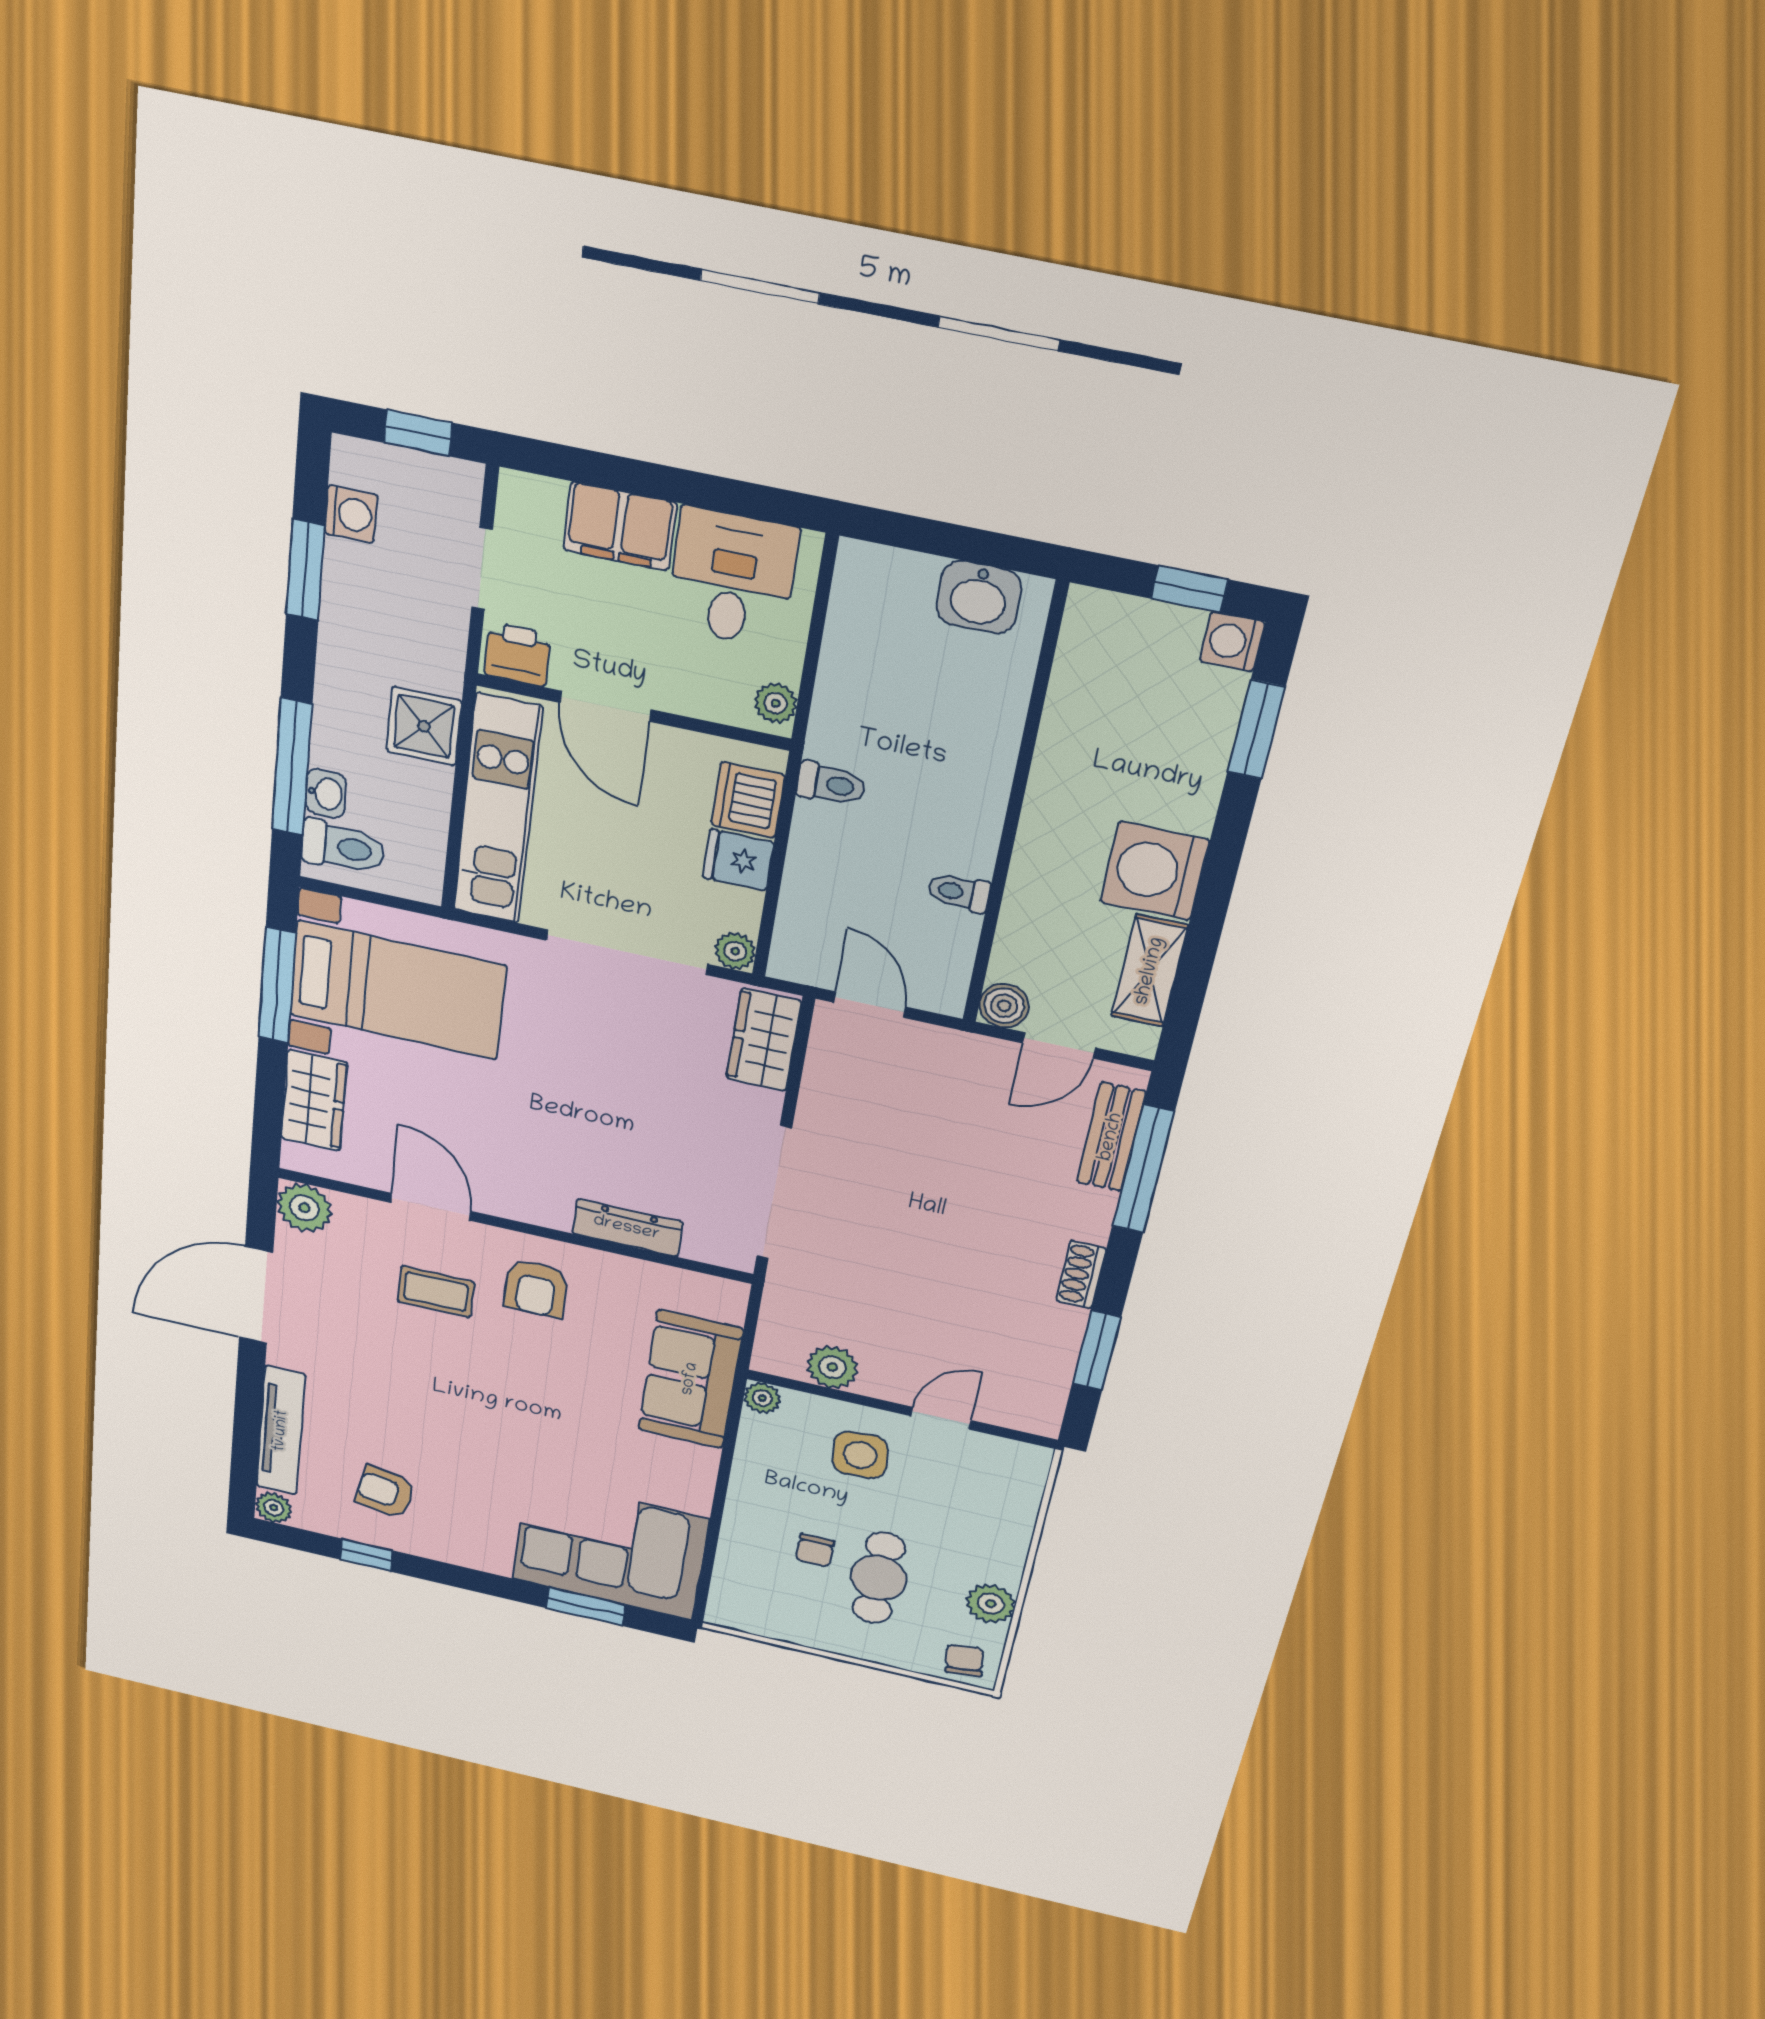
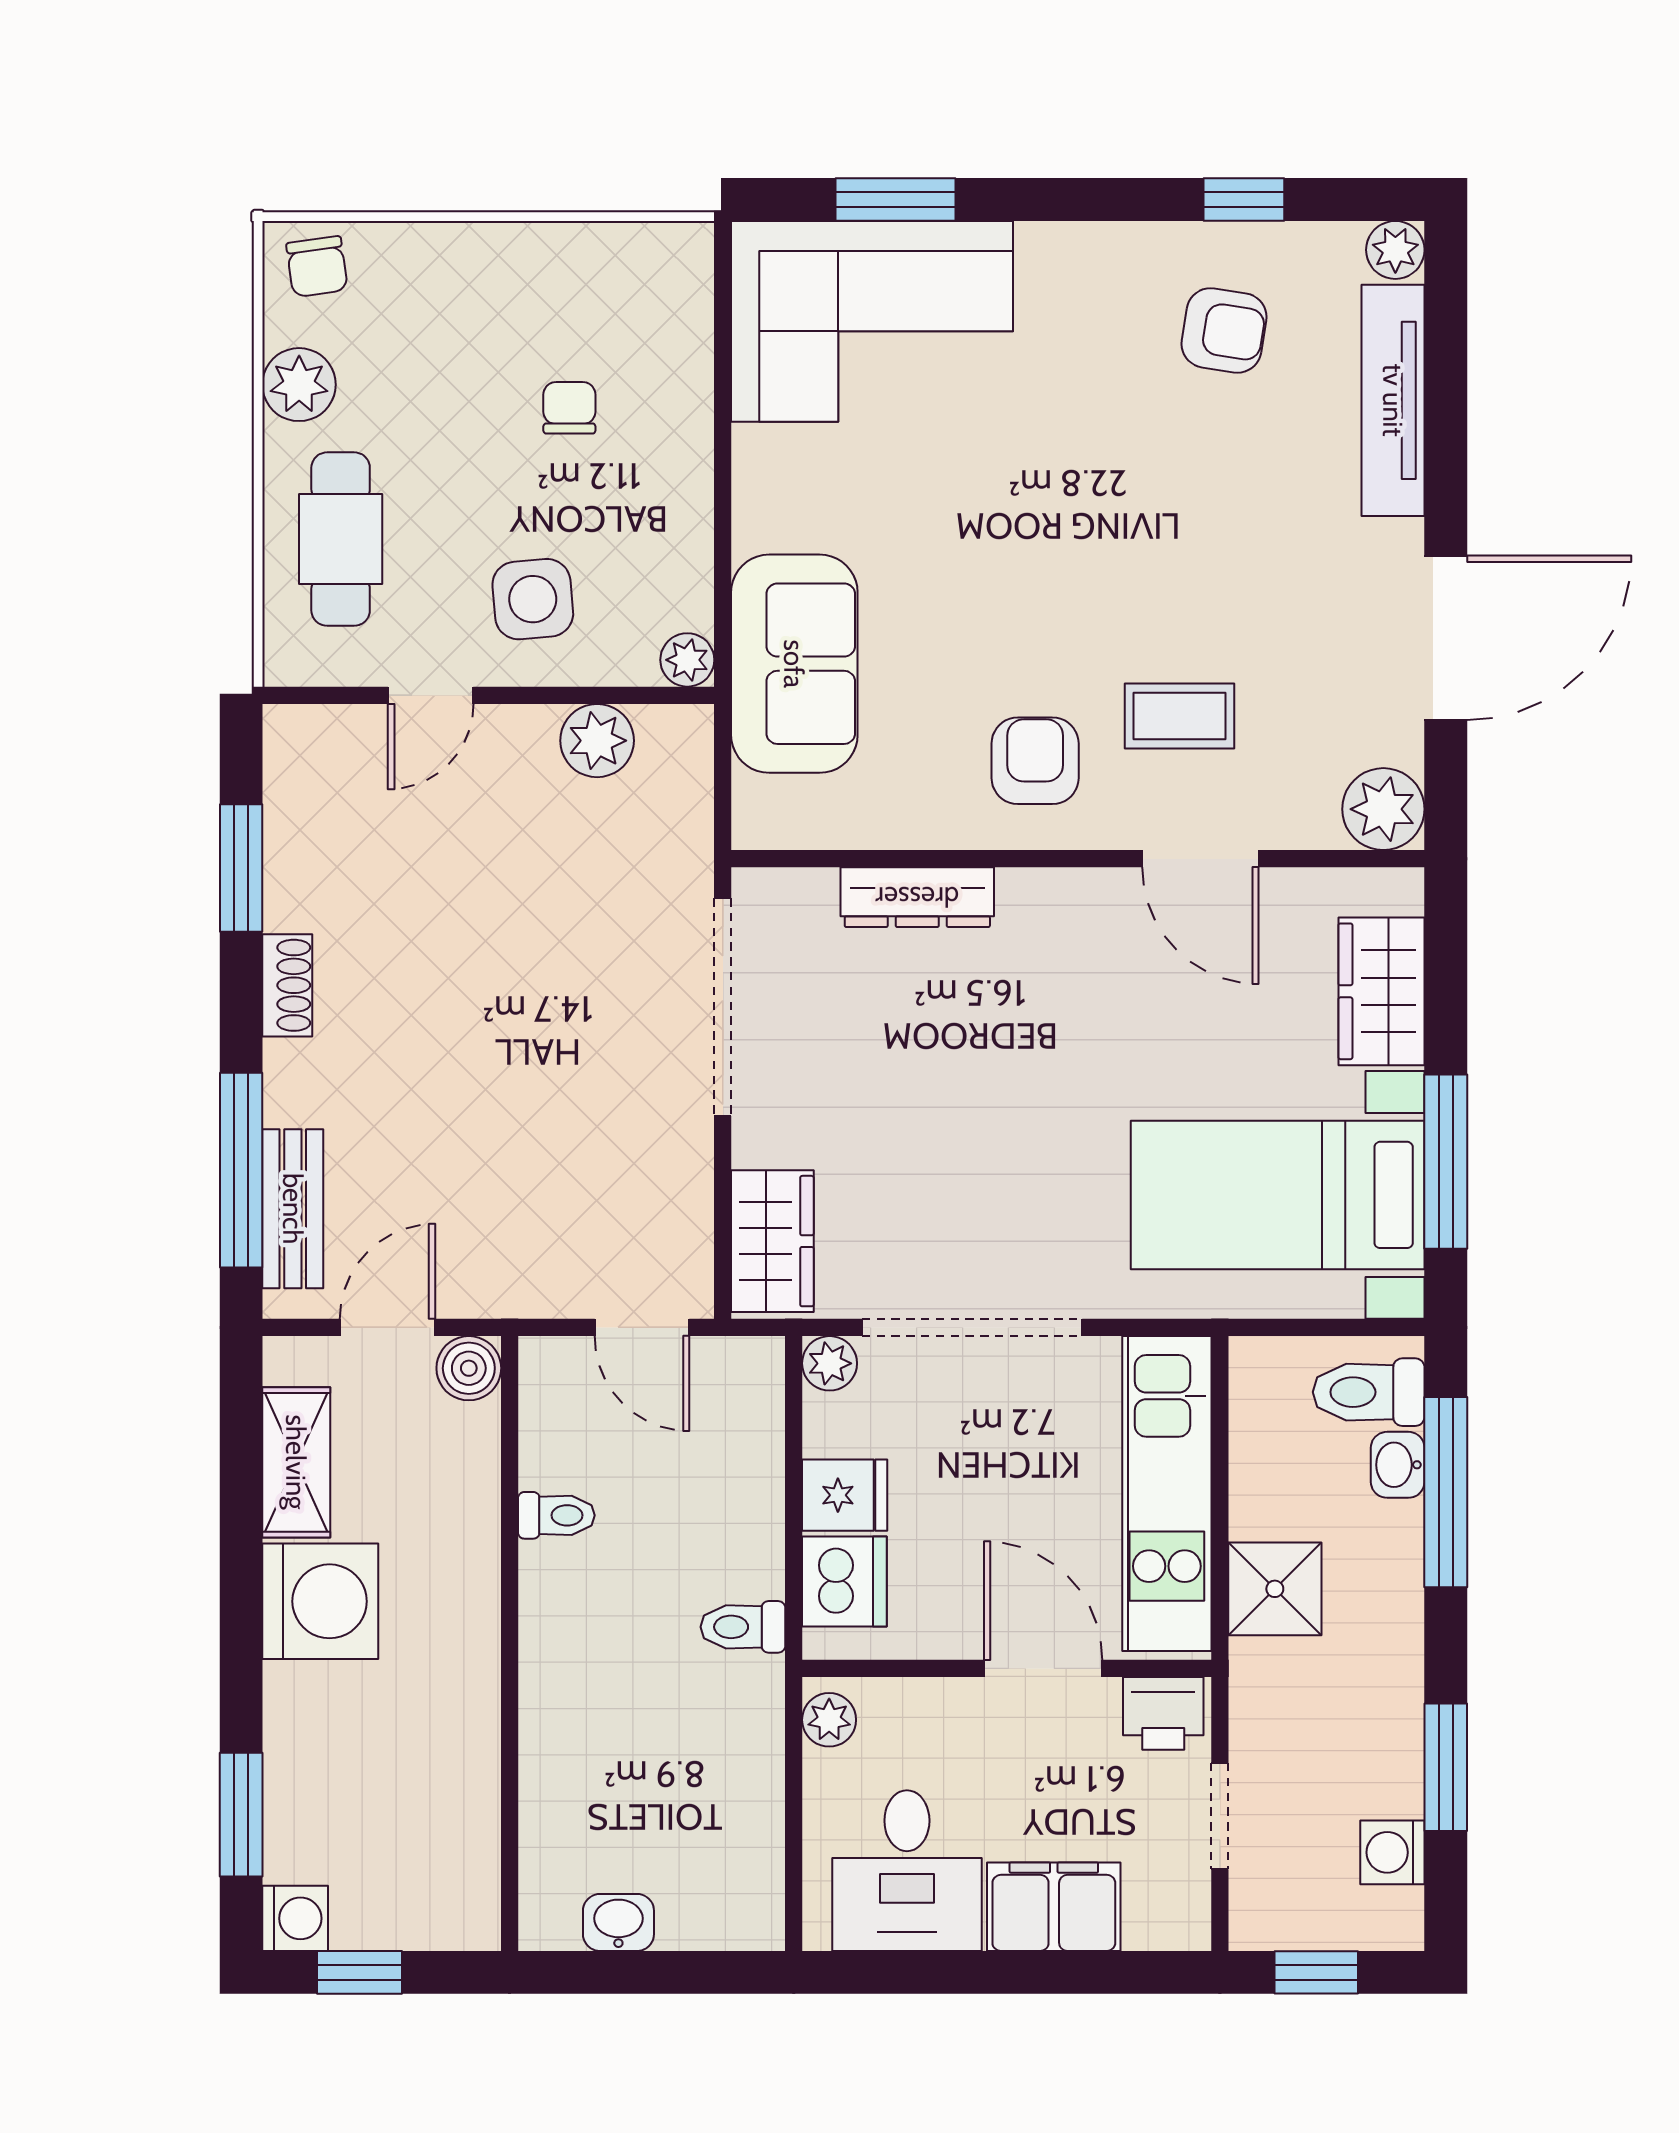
washbasin: (979, 597) -> (618, 1922), width x0.72, depth x0.69
cafe table: (879, 1578) -> (341, 539), moved

